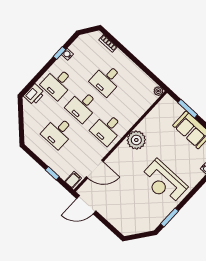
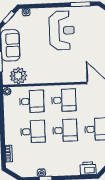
desk: (58, 83) -> (32, 101), moved
plant: (136, 140) -> (18, 76), moved

